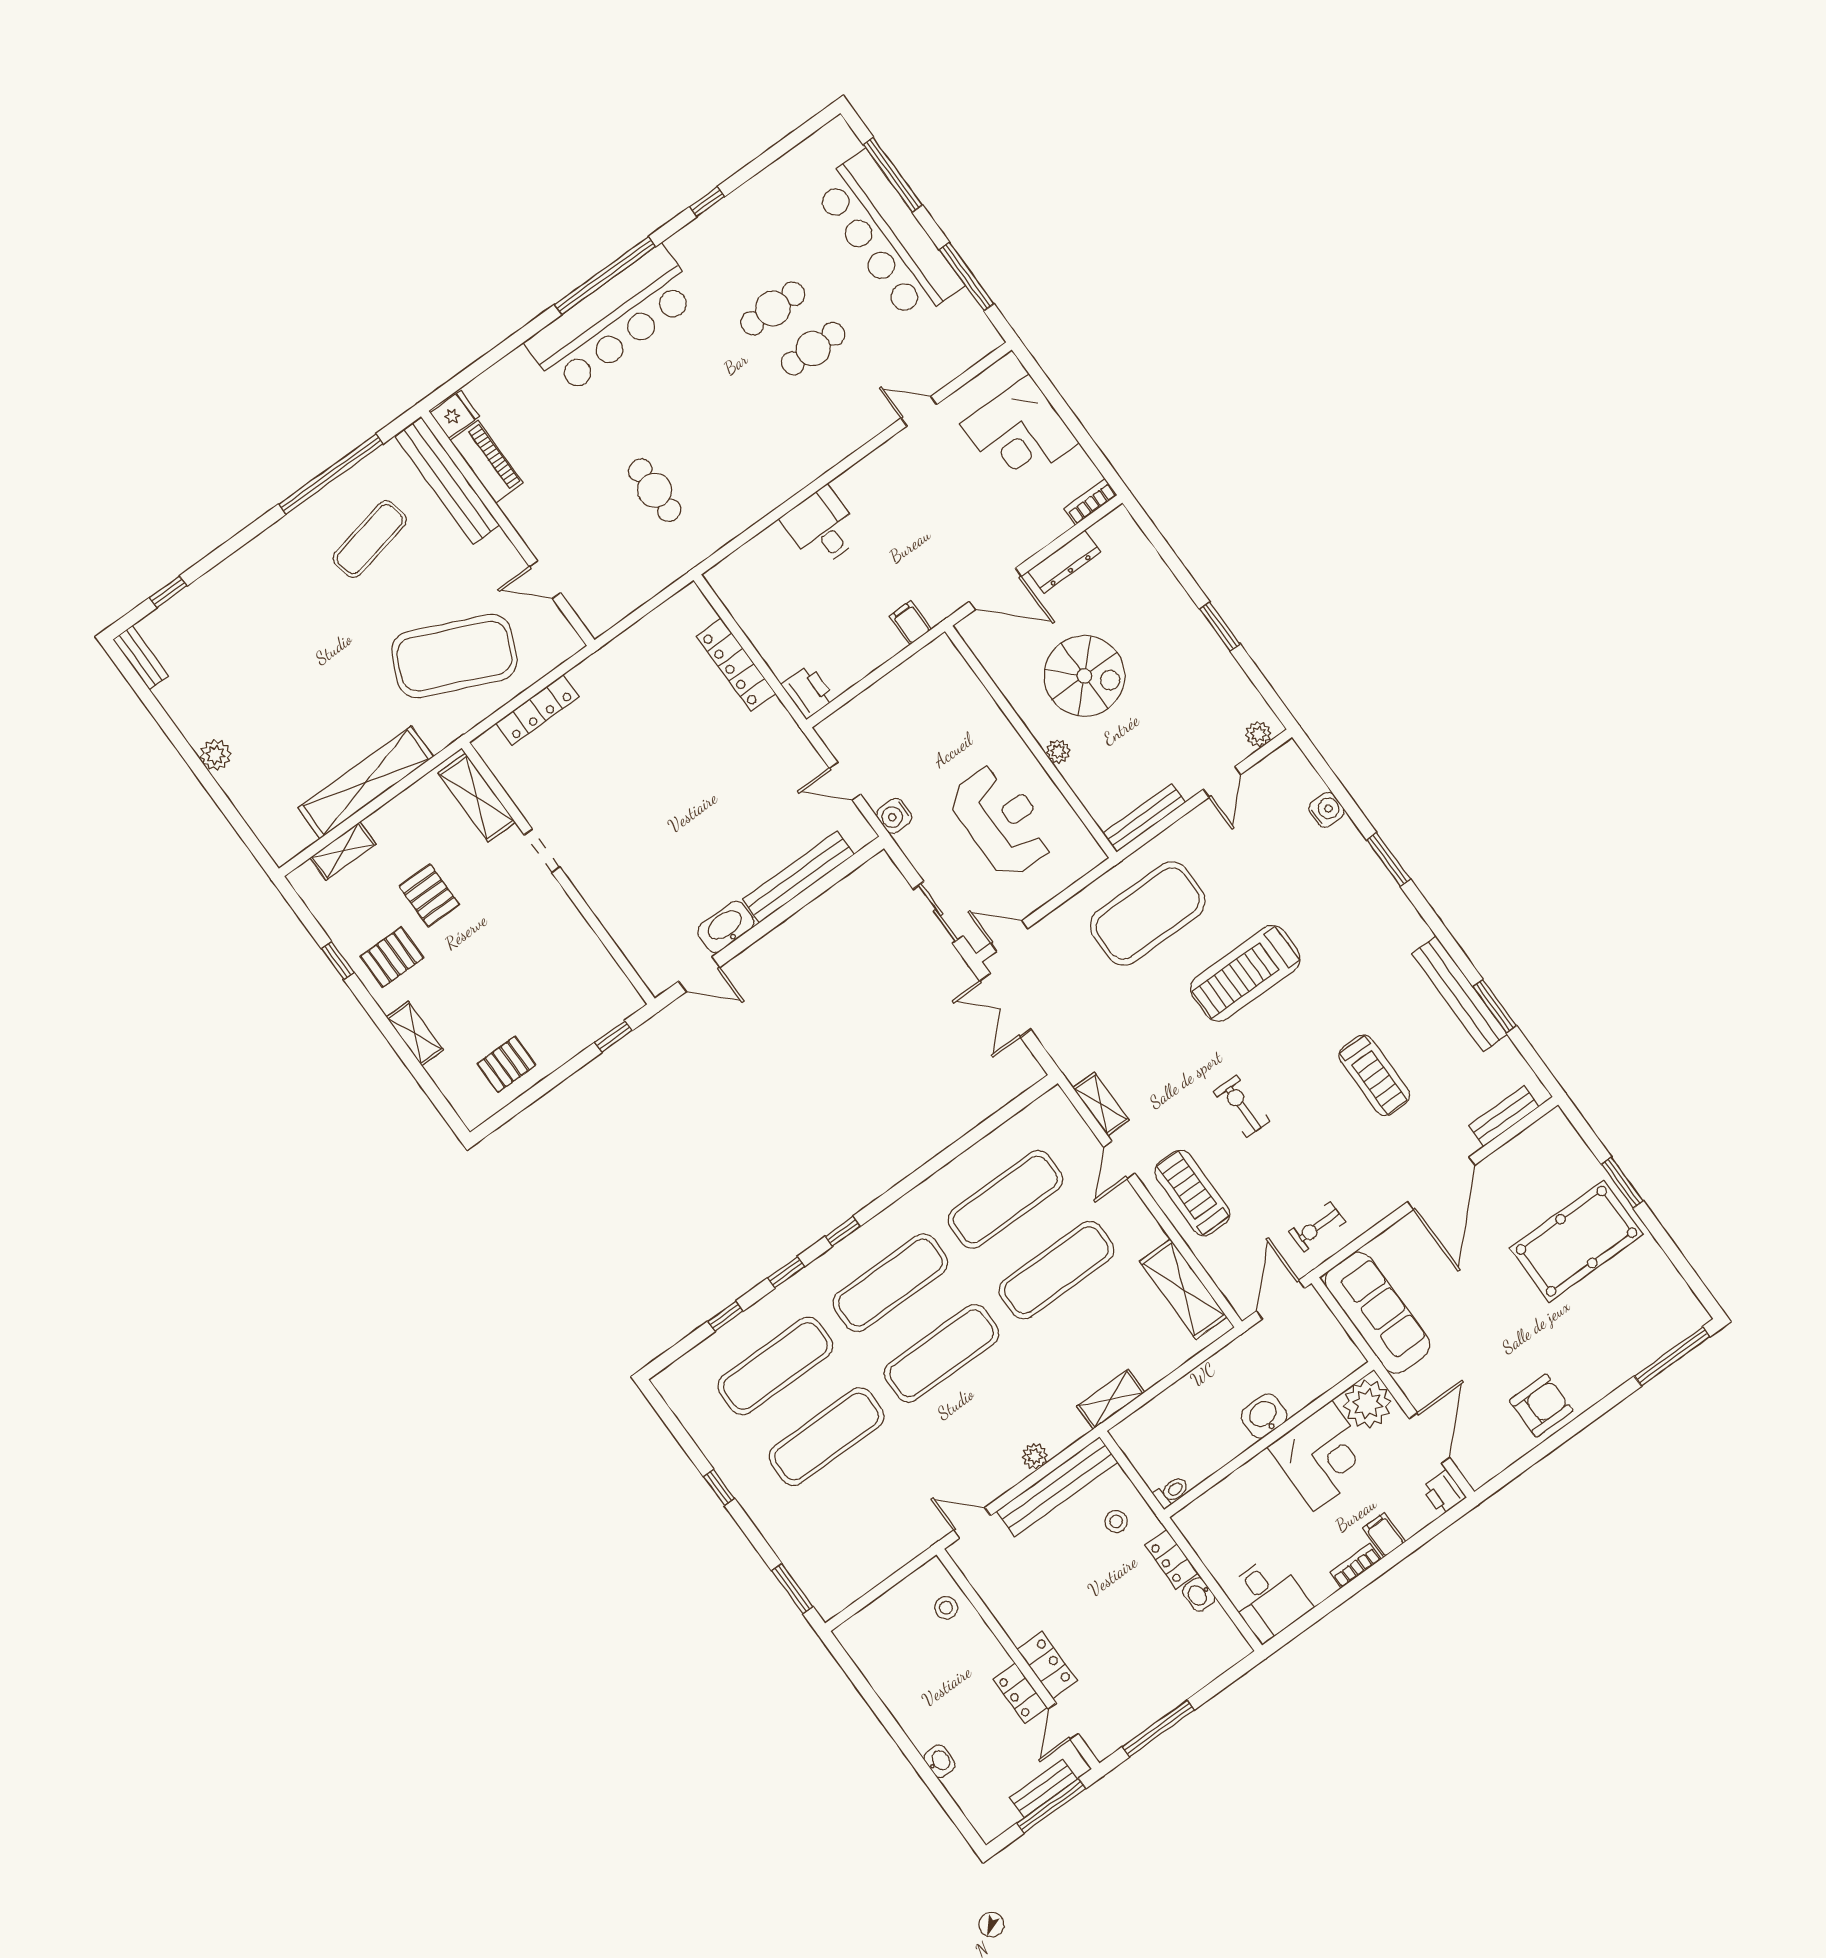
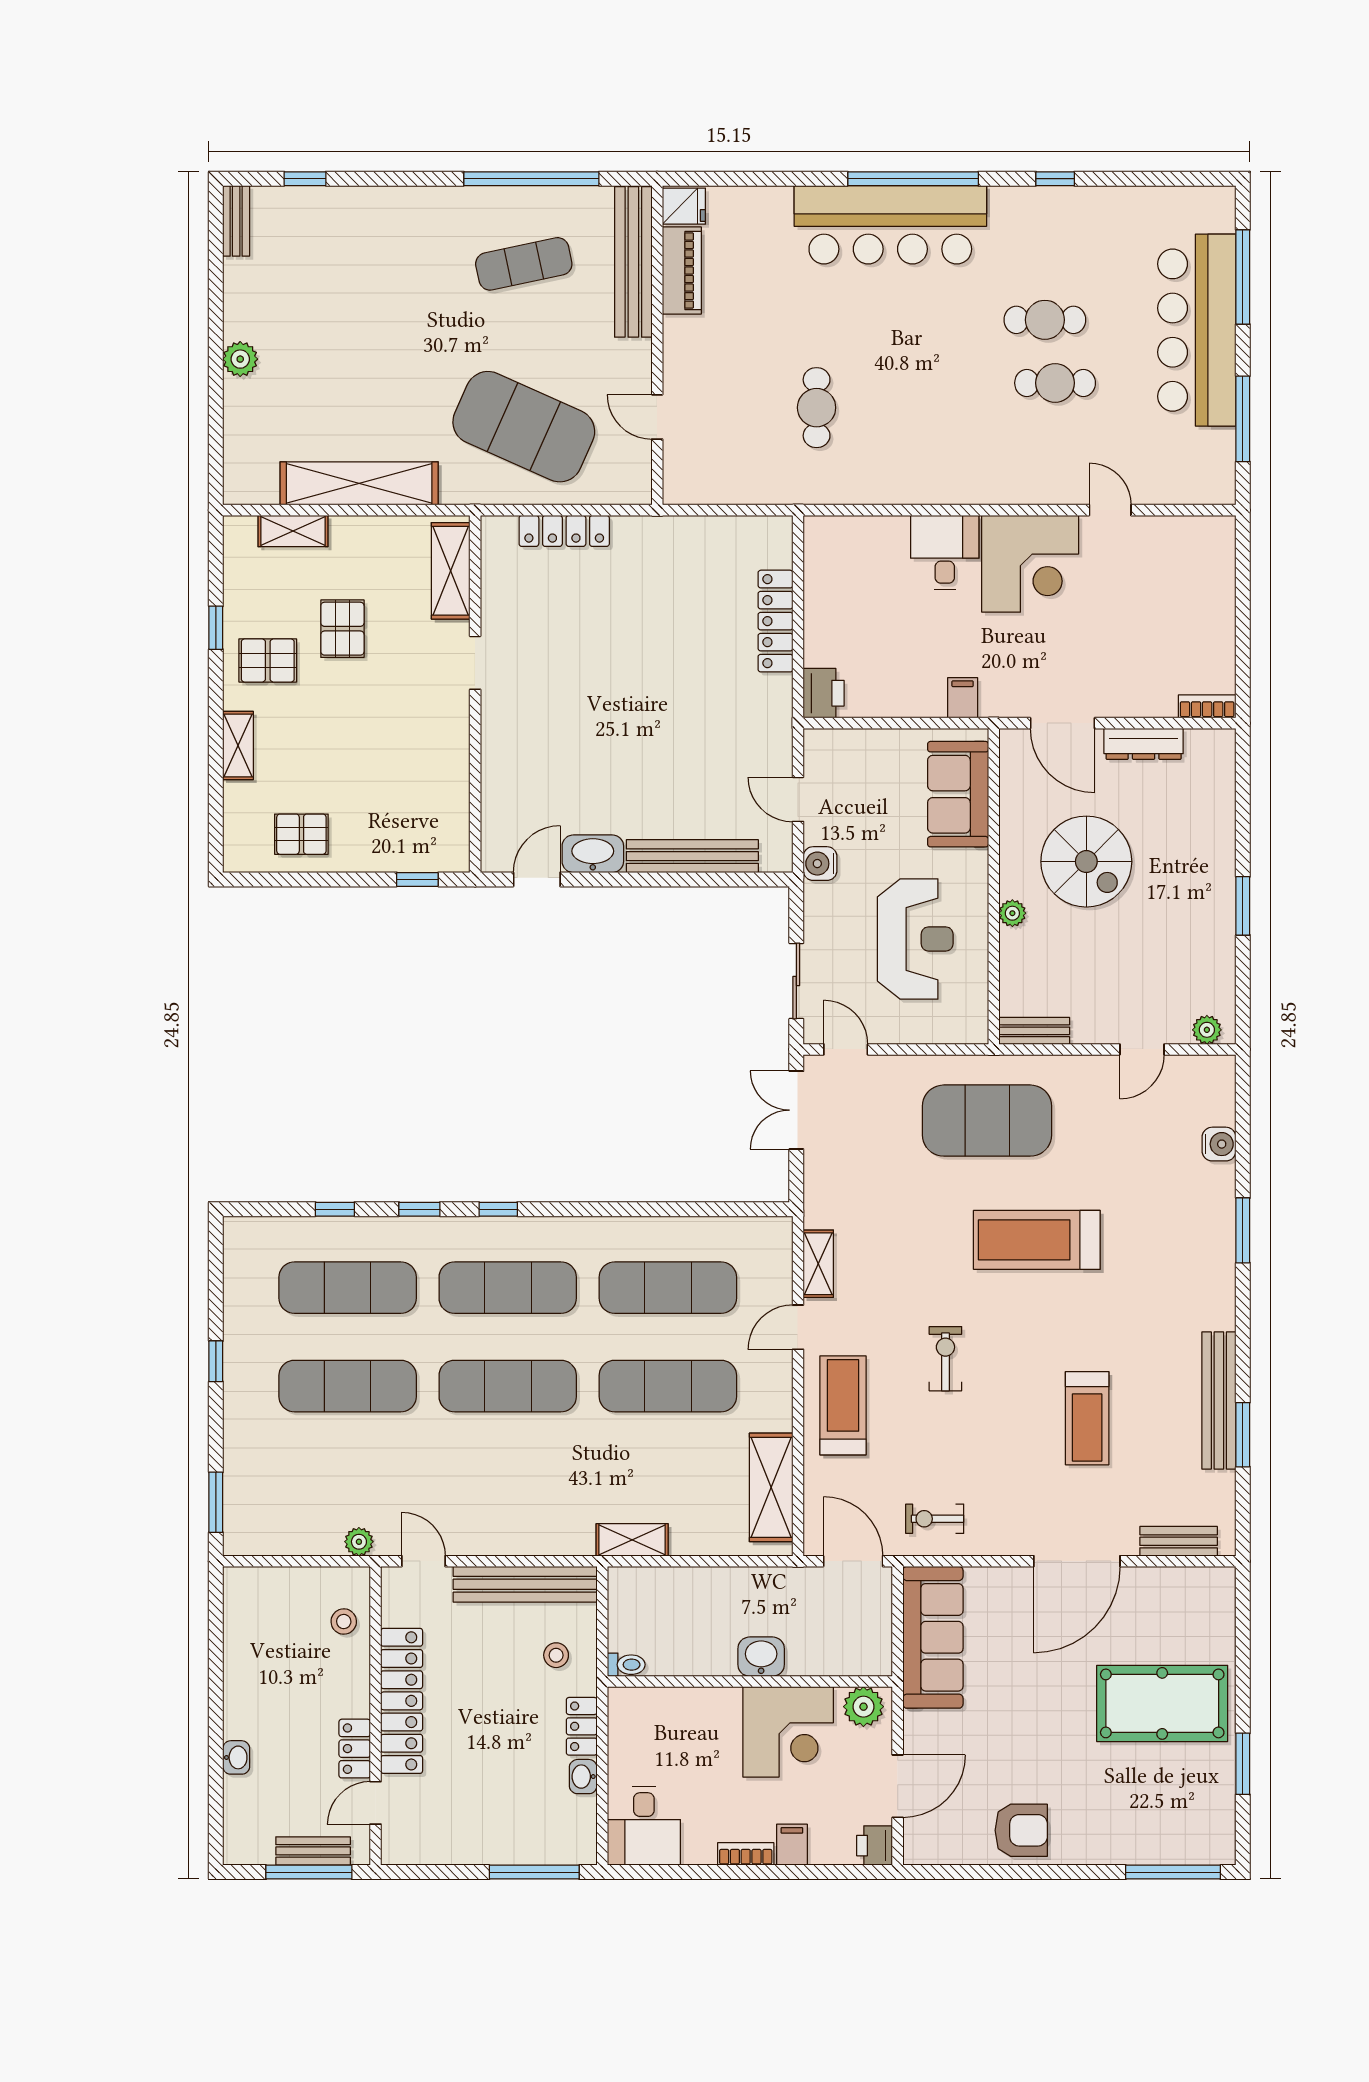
corner desk: (1019, 433) -> (1030, 564), moved, turned -90
sofa: (957, 694) -> (958, 794), added
bench: (1144, 818) -> (1034, 1031), width x0.73
door: (699, 974) -> (537, 879), swing flipped
window: (1622, 1183) -> (1243, 1764), moved
door: (1281, 1300) -> (853, 1561), hinge flipped
plant: (1367, 1404) -> (863, 1707), width x0.73, depth x0.73
plant: (1035, 1456) -> (359, 1542), moved
locker: (1047, 1665) -> (402, 1701), width x2.16, depth x1.21
window: (1158, 1728) -> (534, 1872), moved

